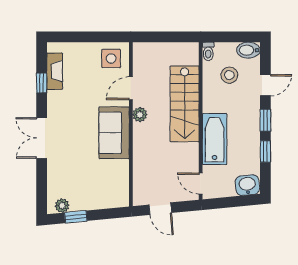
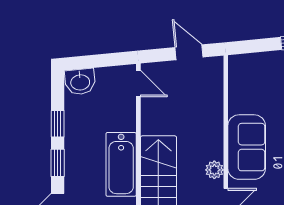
bathtub: (215, 139) -> (121, 164), moved

